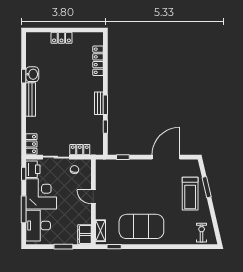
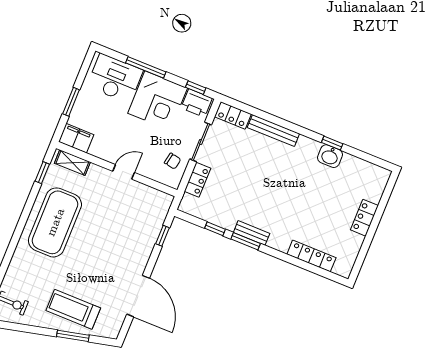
bench: (31, 99) -> (273, 131), moved

